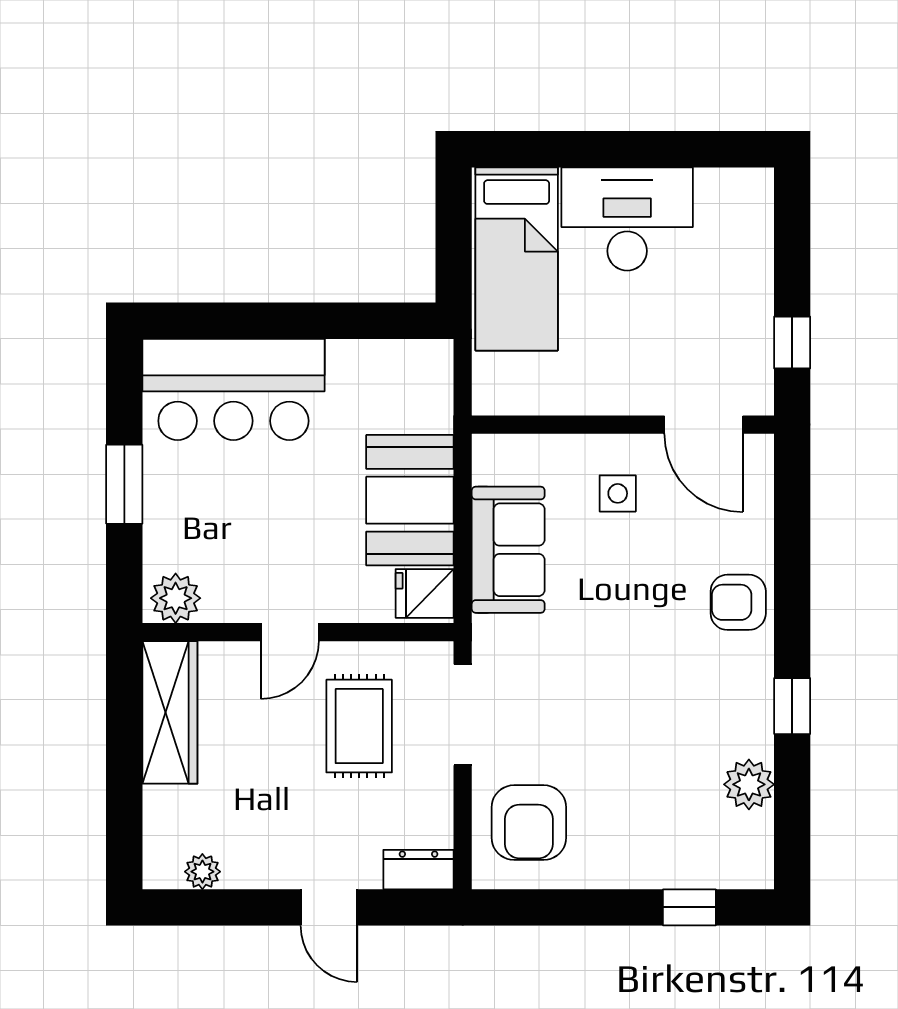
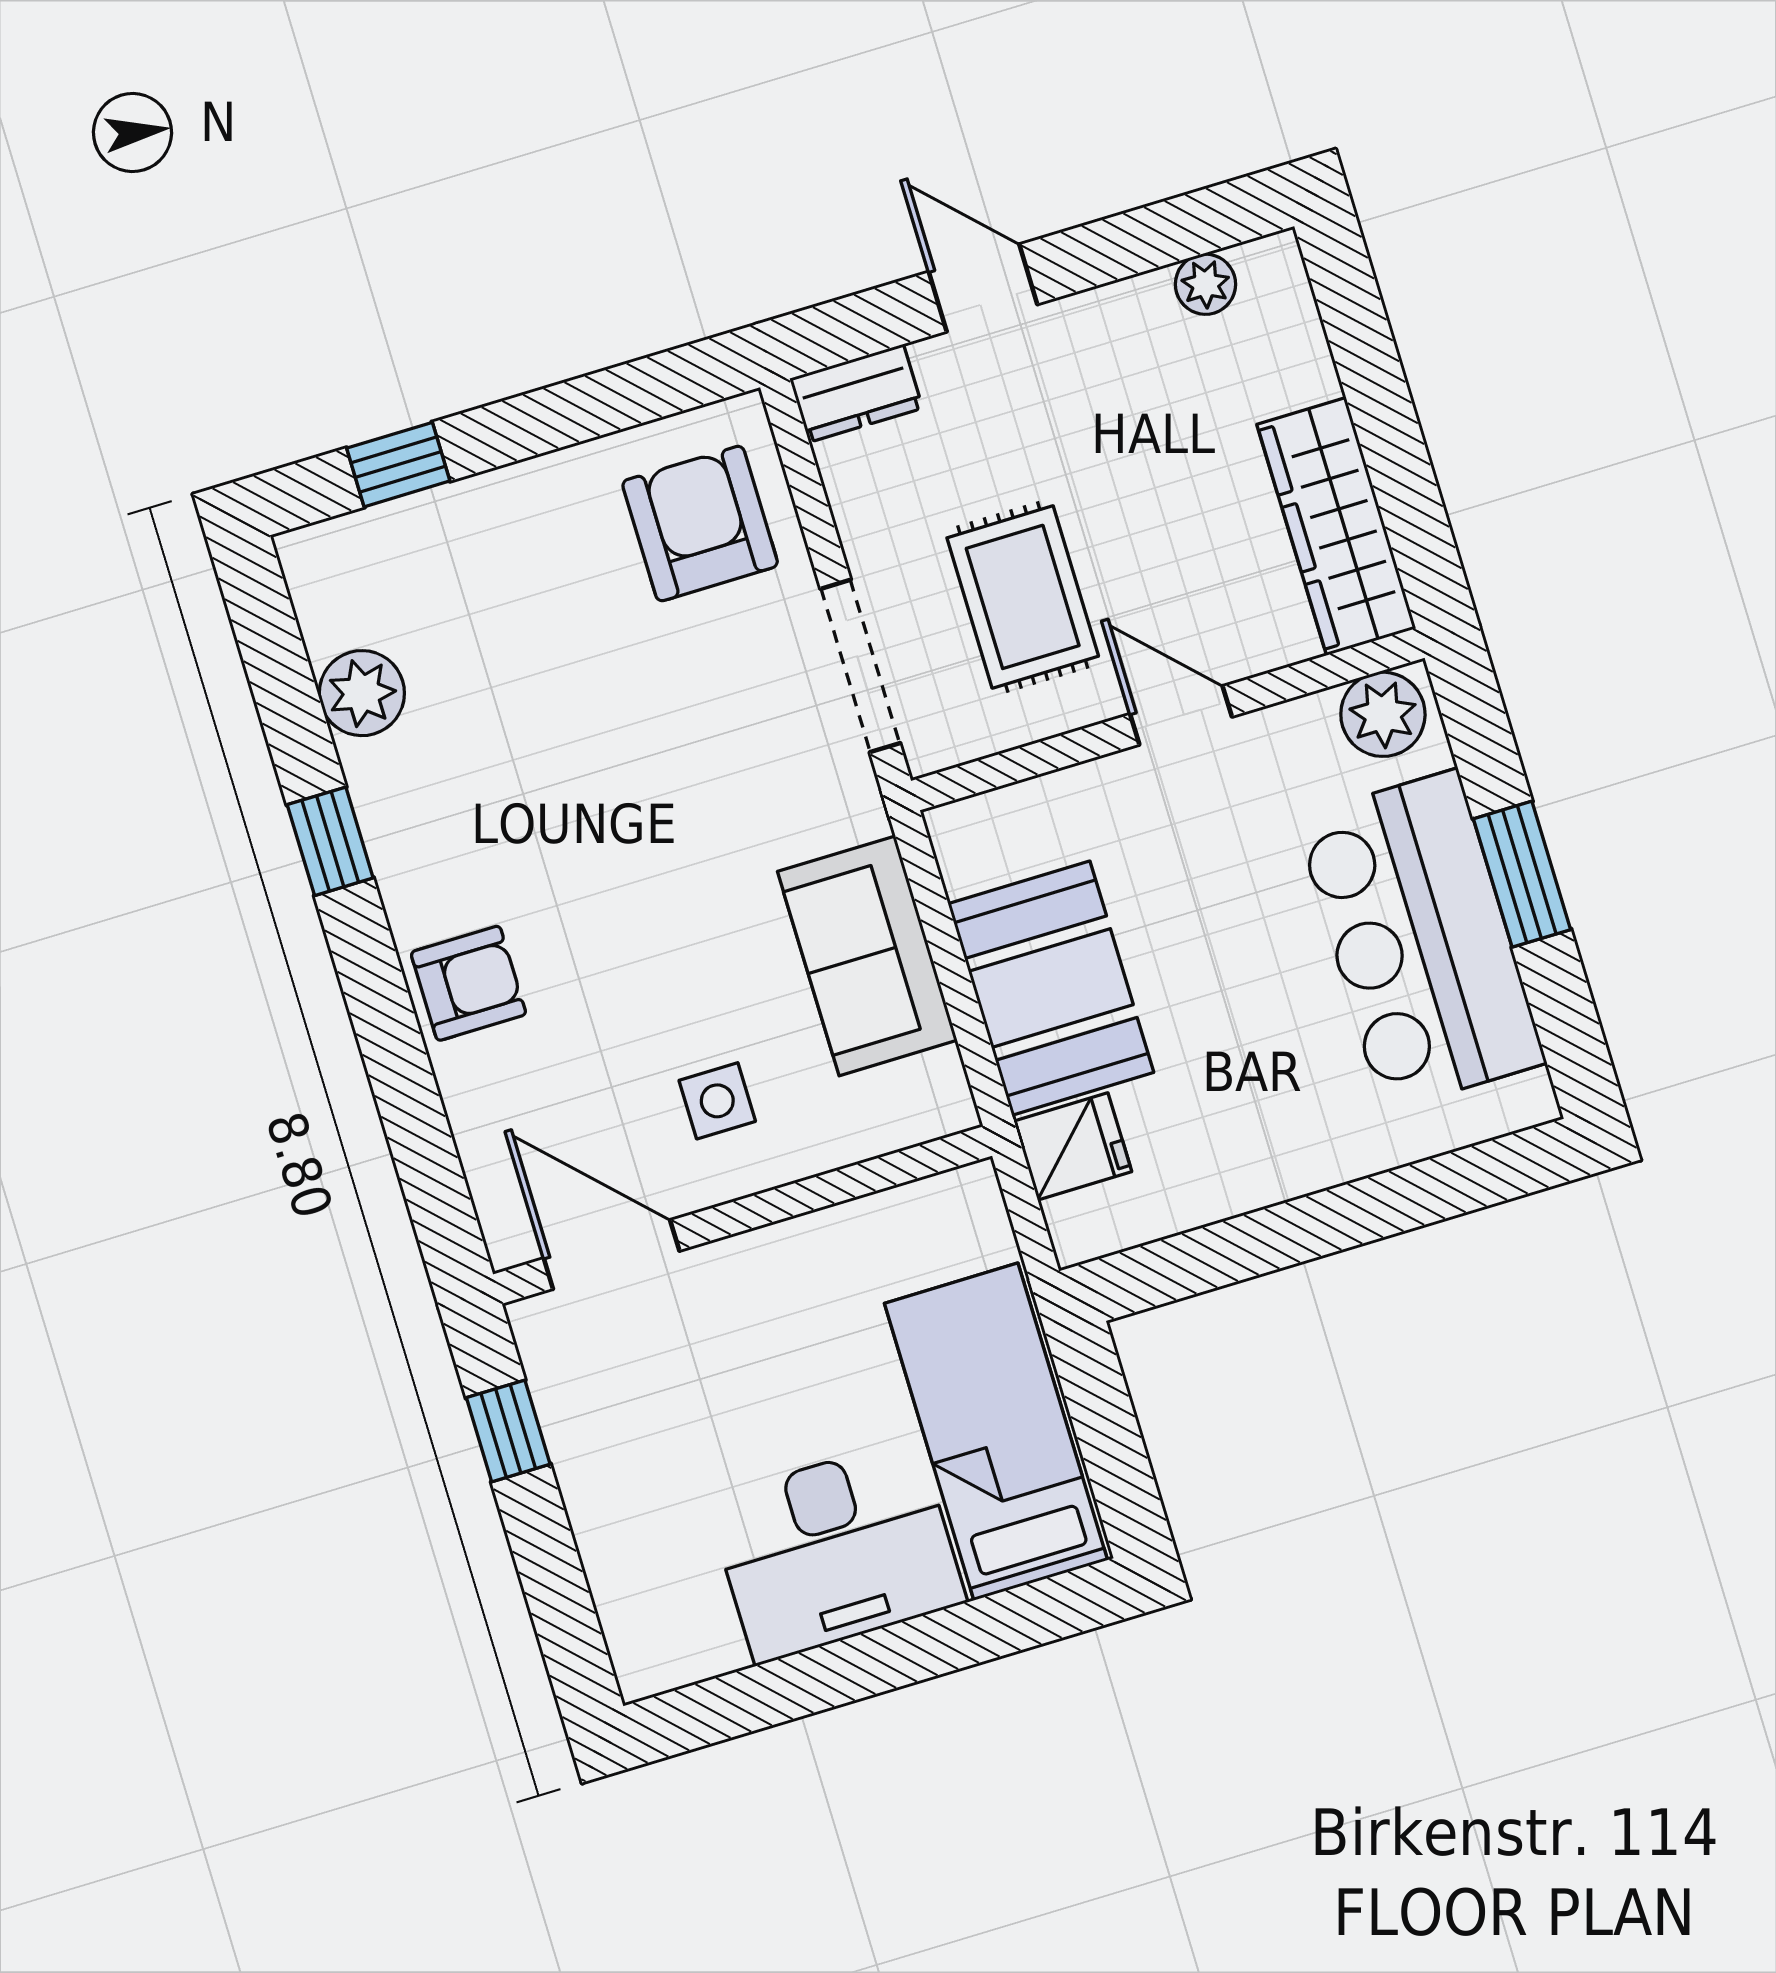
bar counter: (233, 389) -> (1420, 940), moved, turned -90
fridge: (425, 593) -> (1073, 1146), moved
door: (290, 632) -> (1181, 715), hinge flipped

